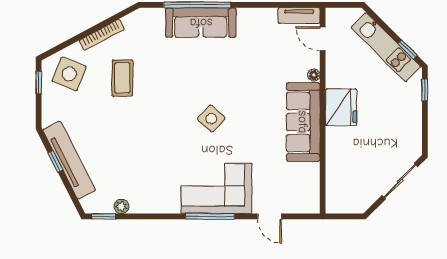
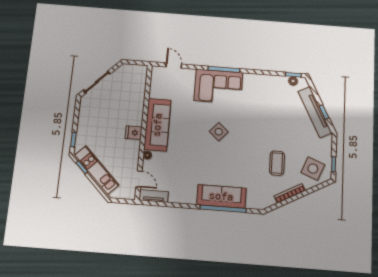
fridge: (341, 107) -> (134, 133), width x0.53, depth x0.75
plant: (122, 206) -> (293, 81), moved
door: (270, 216) -> (174, 65), moved

